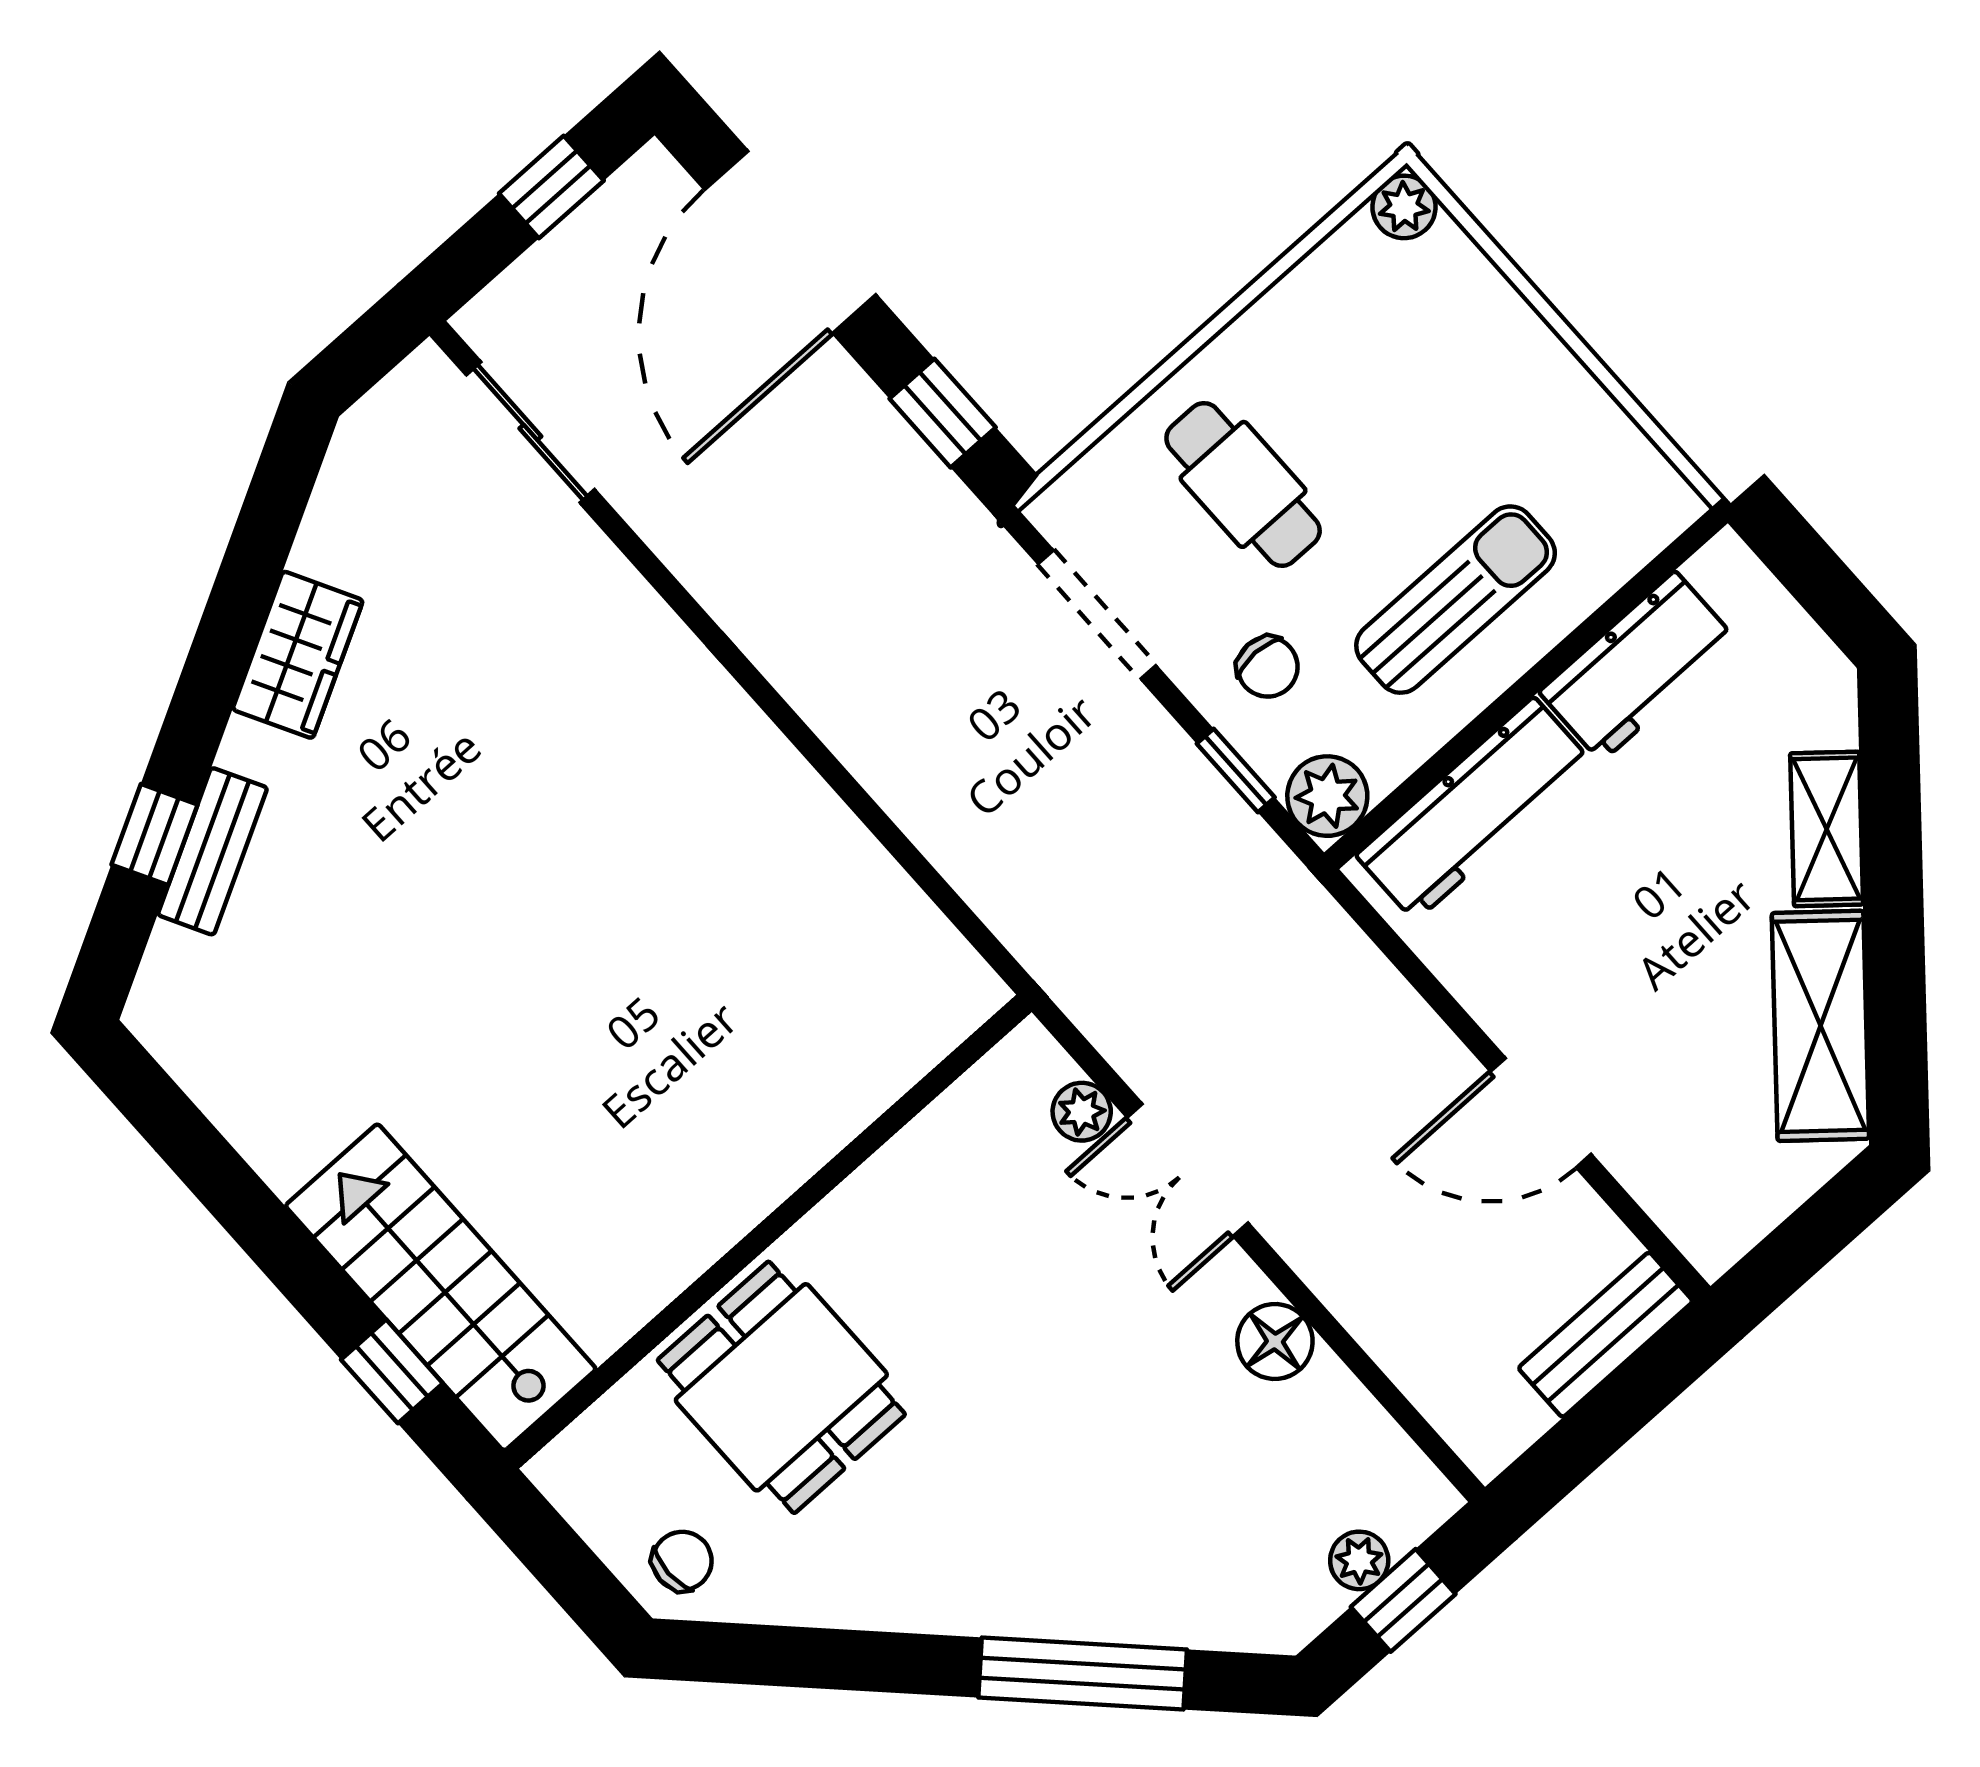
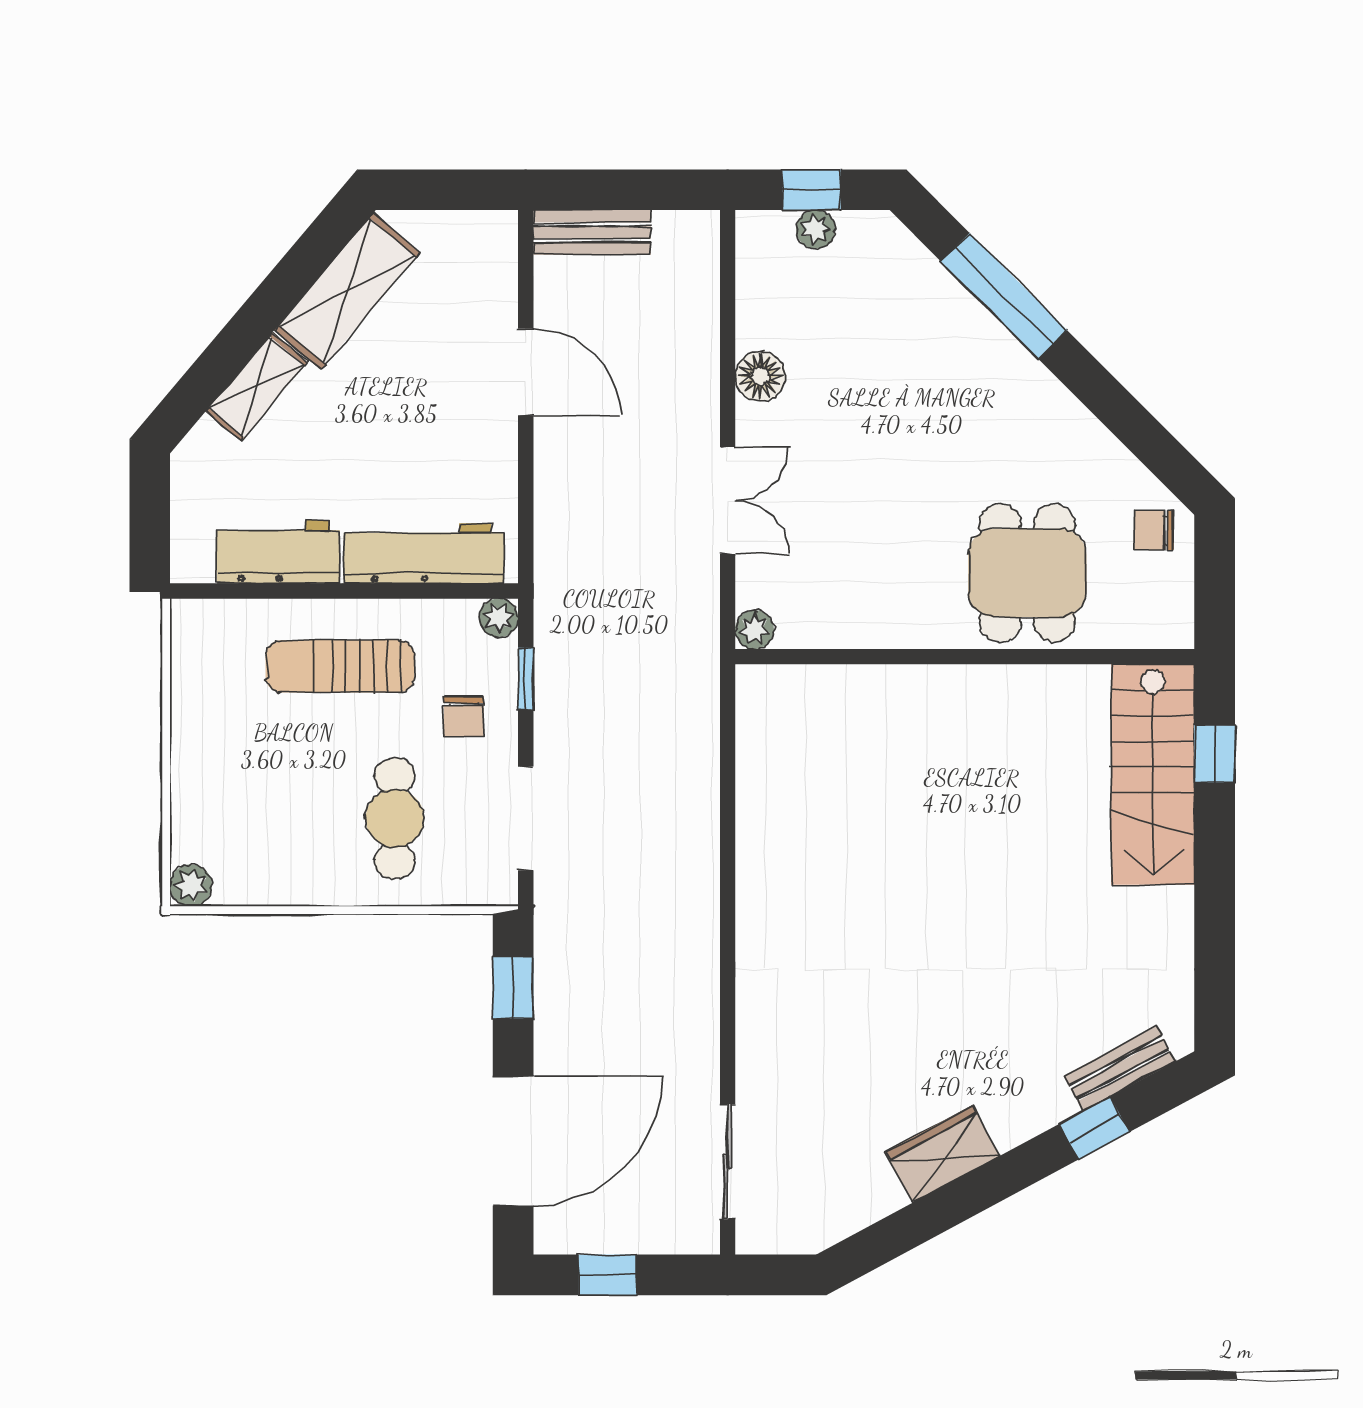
chair: (1268, 667) -> (464, 716), turned 180
plant: (1327, 796) -> (499, 618), width x0.73, depth x0.73
bench: (212, 851) -> (1120, 1069), moved
plant: (1082, 1112) -> (755, 630), moved

